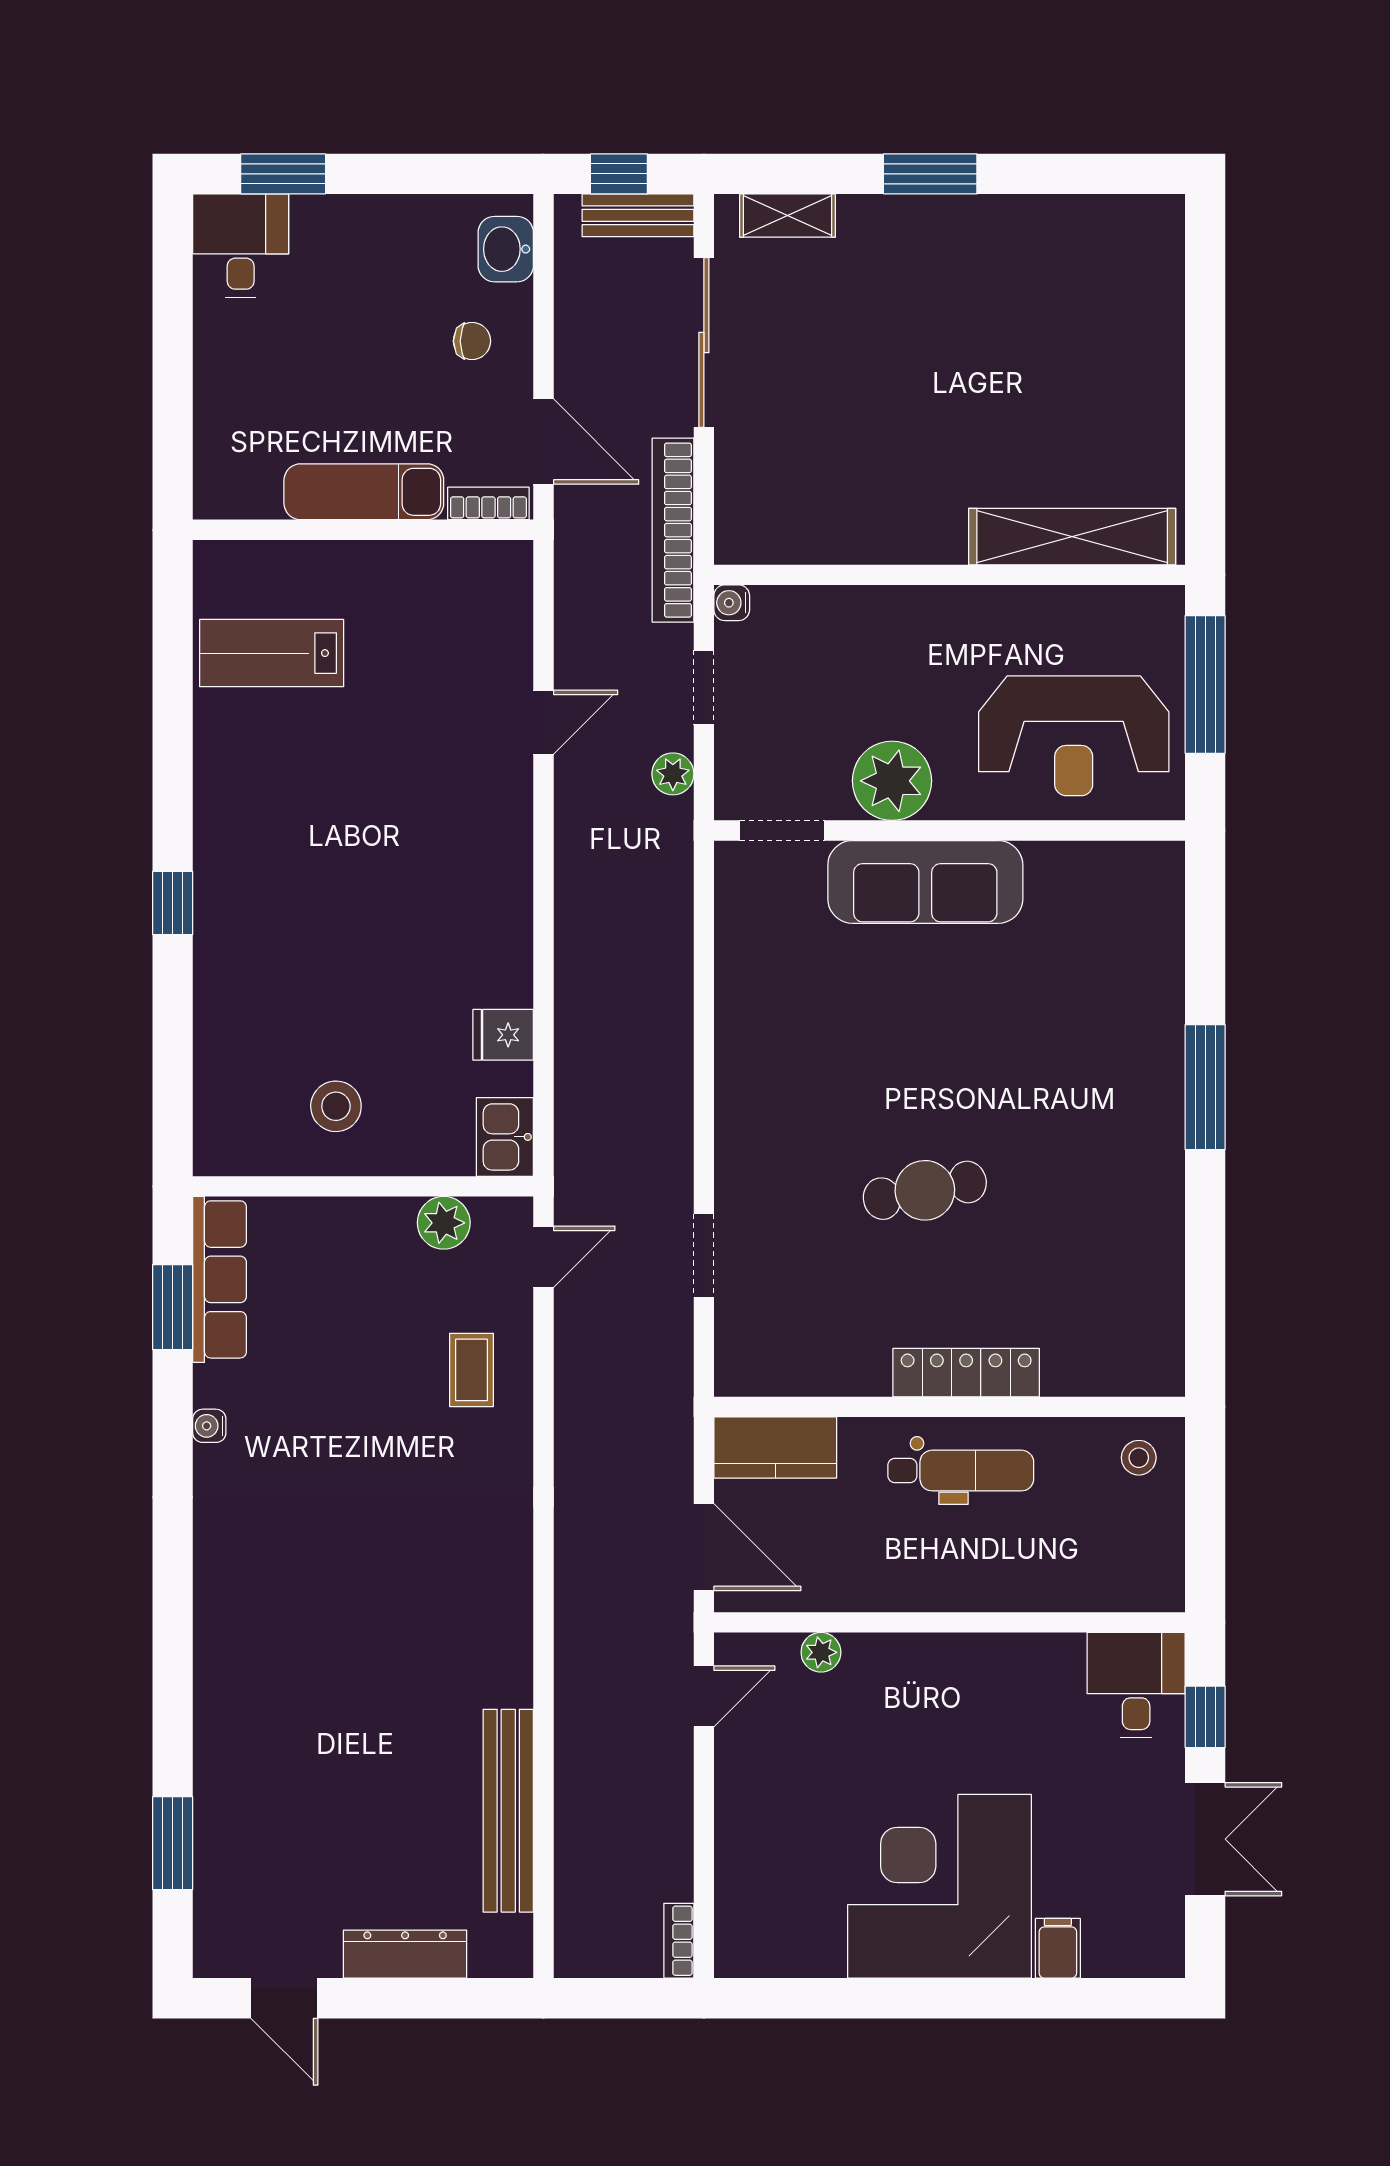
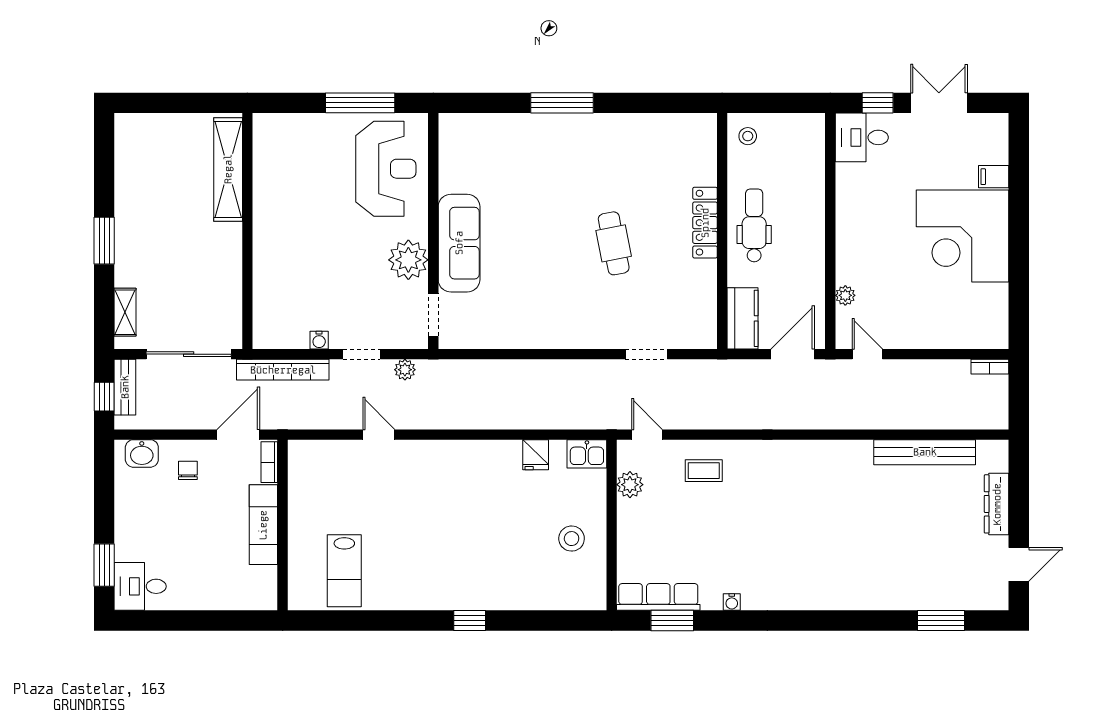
shelving: (1072, 537) -> (228, 169), moved
wall: (949, 575) -> (247, 231), moved

